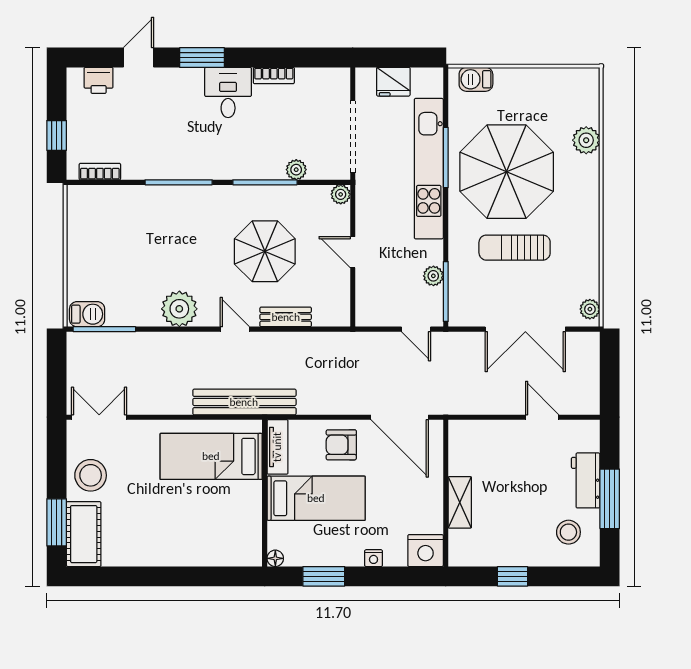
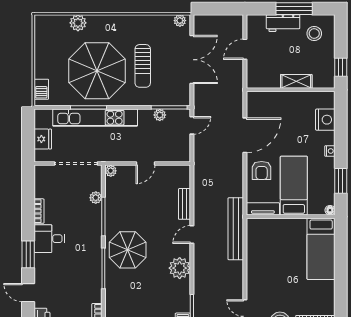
parasol: (265, 251) -> (128, 250), moved
bed: (211, 456) -> (321, 249), moved
wall: (446, 493) -> (291, 90), moved
shelving: (460, 502) -> (296, 81), moved

